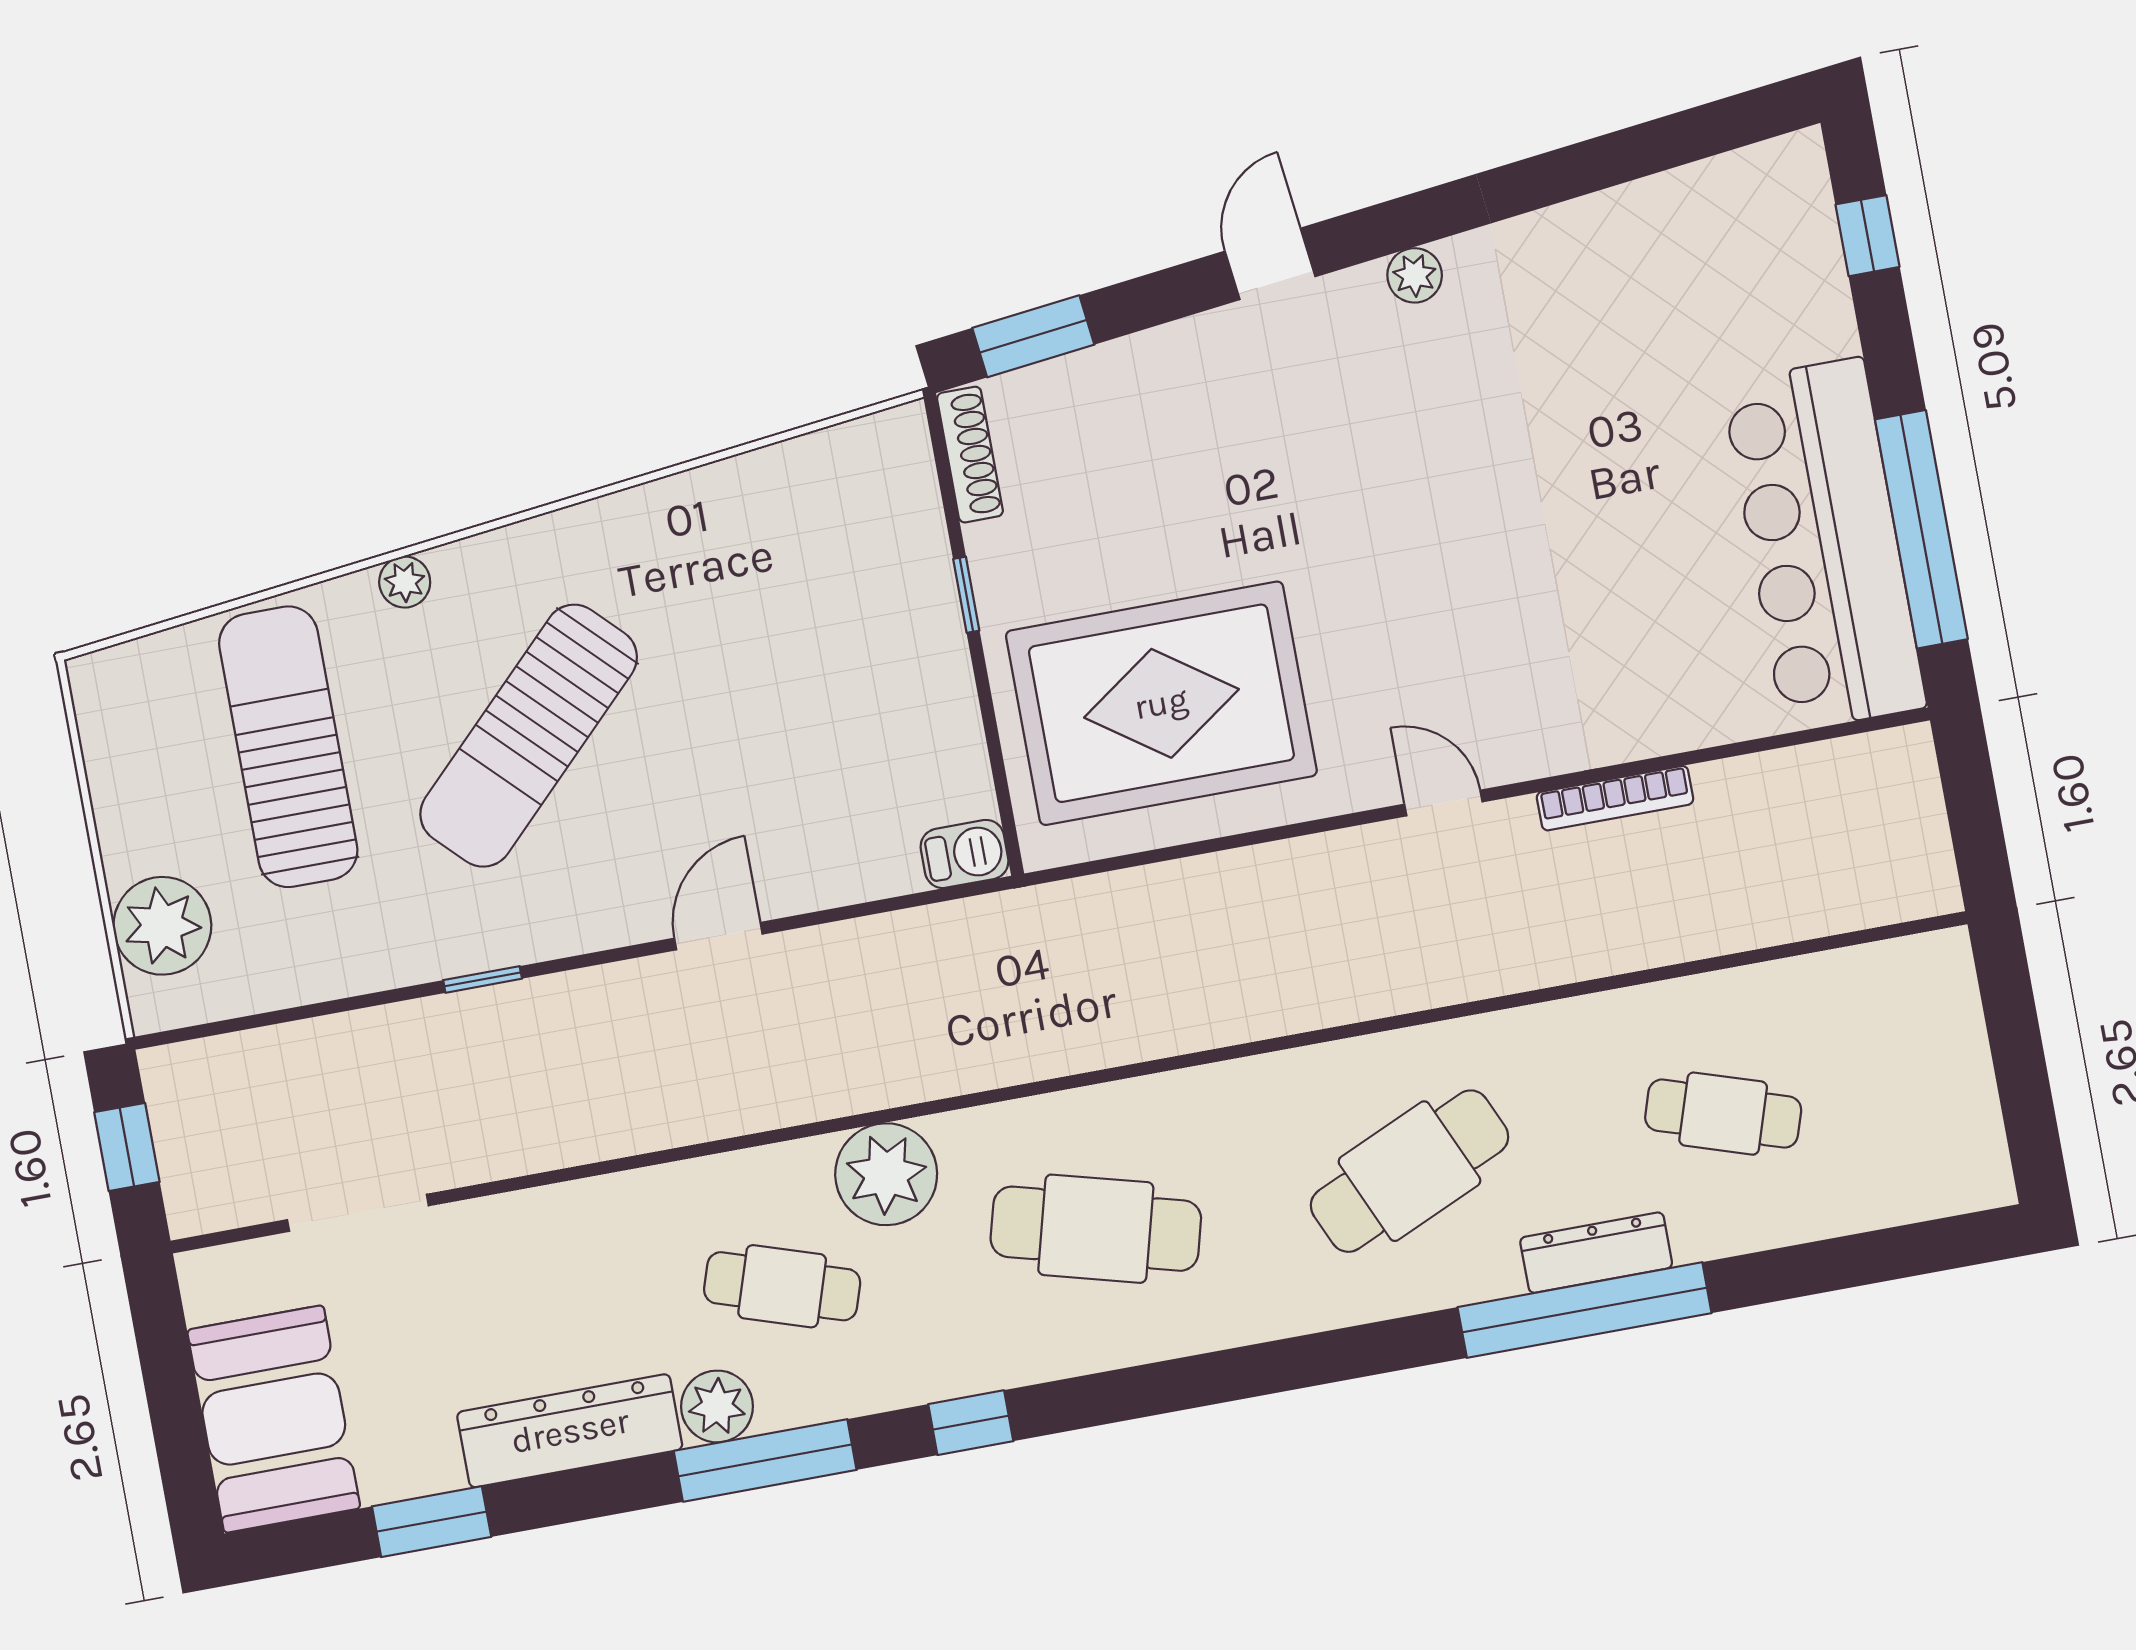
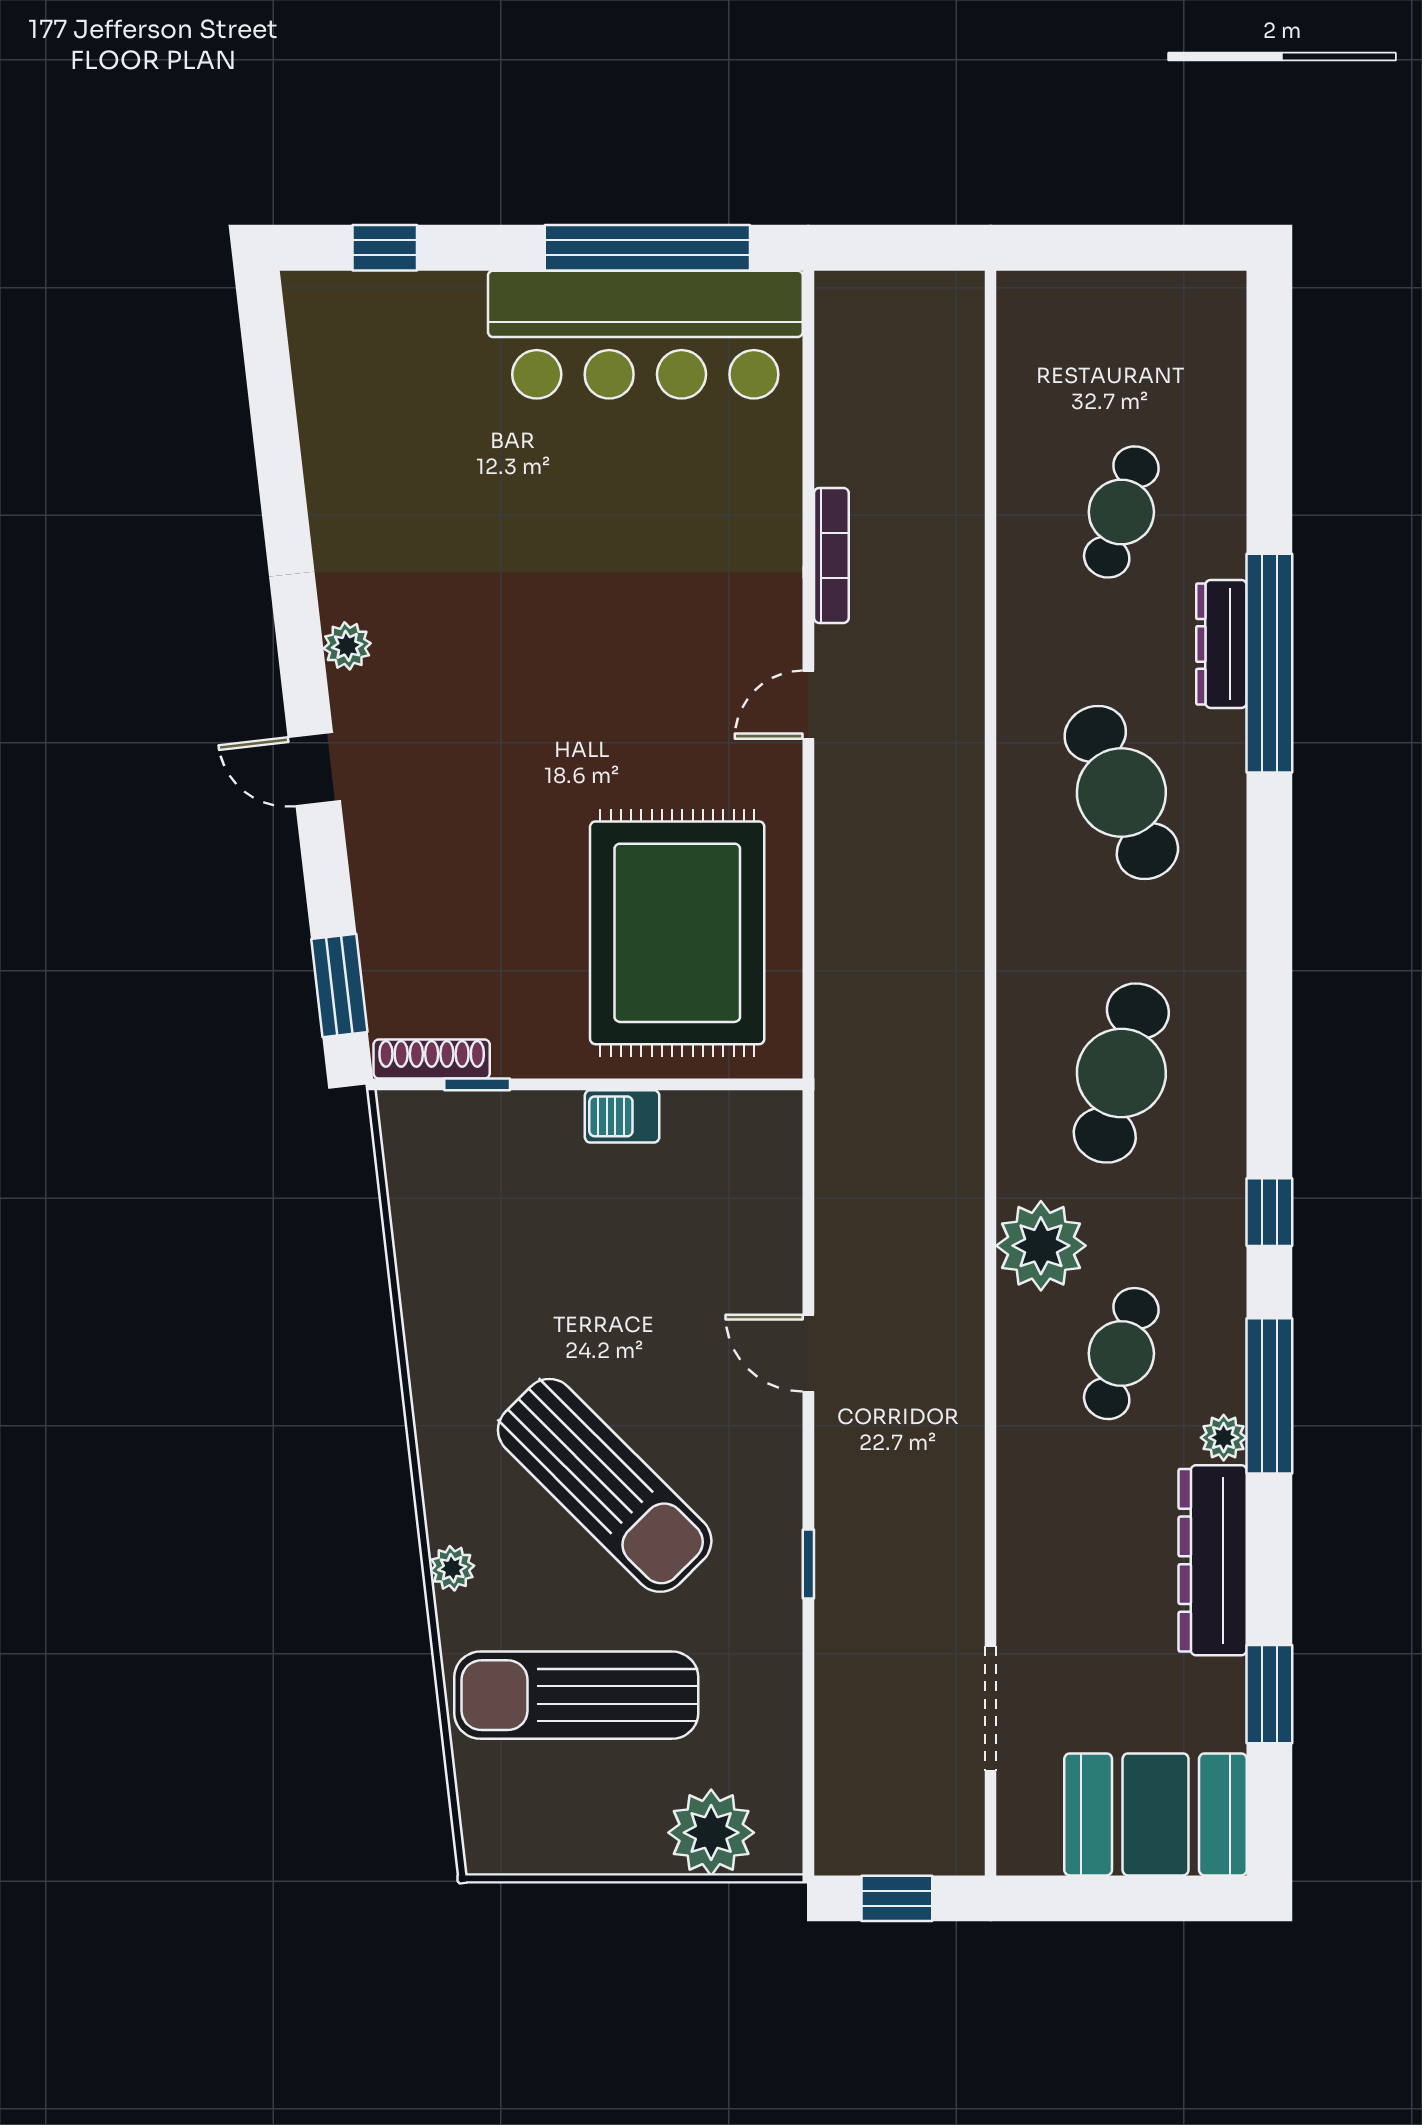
window: (966, 595) -> (477, 1084), moved
barbecue: (964, 854) -> (622, 1116), moved, turned -90
plant: (717, 1406) -> (1224, 1438), width x0.73, depth x0.73

